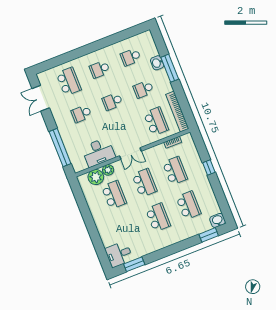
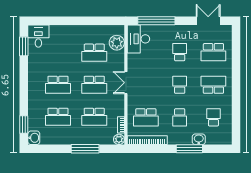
school desk: (100, 69) -> (213, 85), width x1.85
school desk: (143, 89) -> (180, 117), turned 180
desk: (98, 152) -> (138, 39), moved
window: (209, 167) -> (85, 149), width x2.17
plant: (108, 170) -> (119, 139), moved

